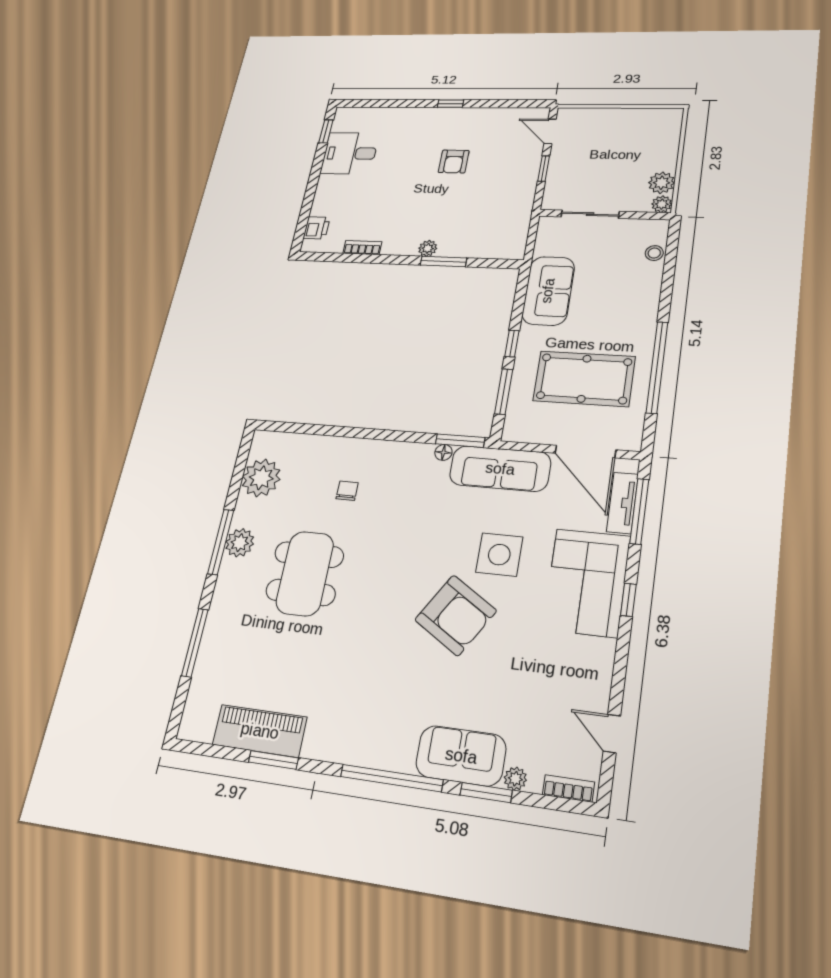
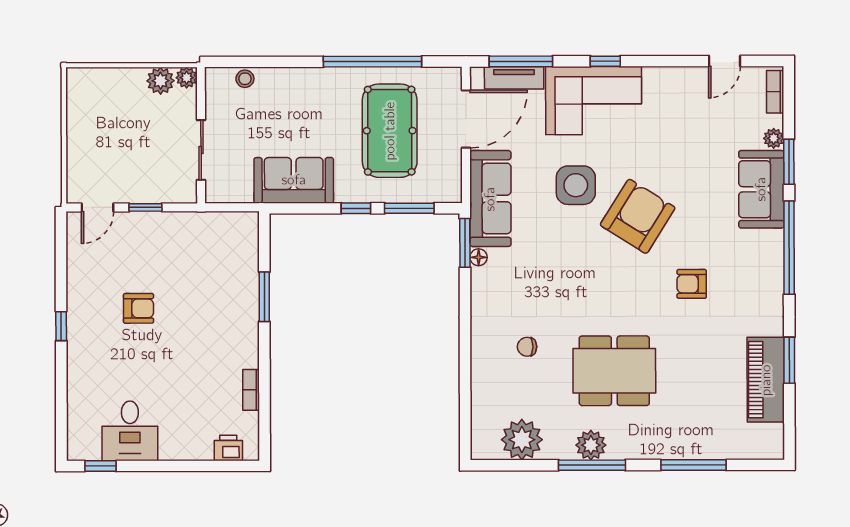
plant: (428, 248) -> (249, 317), removed
armchair: (374, 664) -> (692, 284), added

